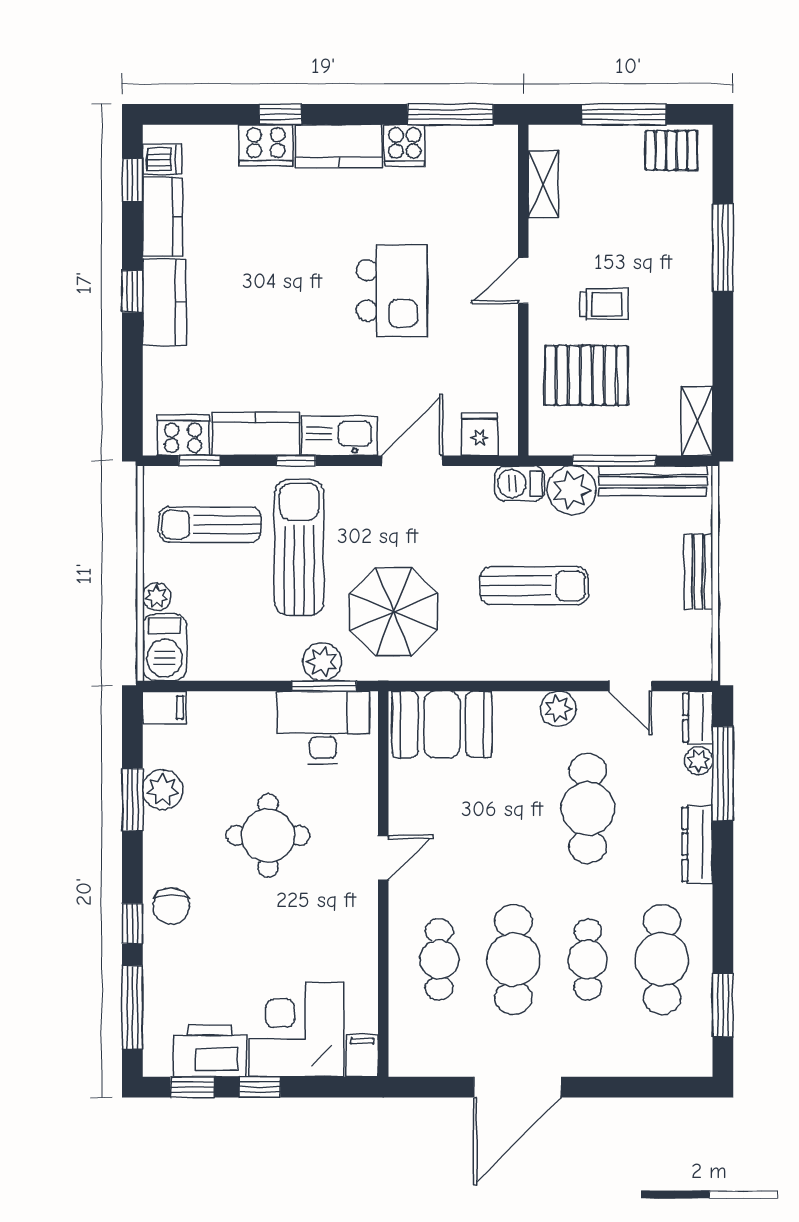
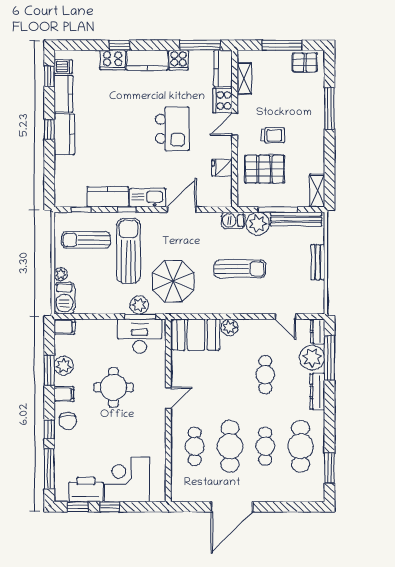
kitchen counter: (499, 163) -> (223, 68), added
fridge: (480, 434) -> (222, 168), moved, turned -90
cooker: (183, 435) -> (223, 100), moved, turned -90
plant: (558, 709) -> (229, 327), moved
plant: (699, 761) -> (312, 358), width x1.87, depth x1.87
cafe table: (588, 808) -> (265, 375), width x0.73, depth x0.74
filing cabinet: (362, 1056) -> (64, 394), moved, turned 90

